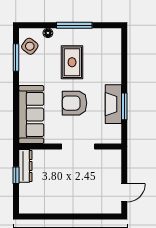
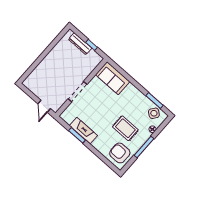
armchair: (75, 103) -> (120, 153), moved, turned -90
sofa: (31, 115) -> (113, 78), width x0.73
dresser: (25, 166) -> (80, 44), moved
door: (124, 193) -> (44, 106), moved

